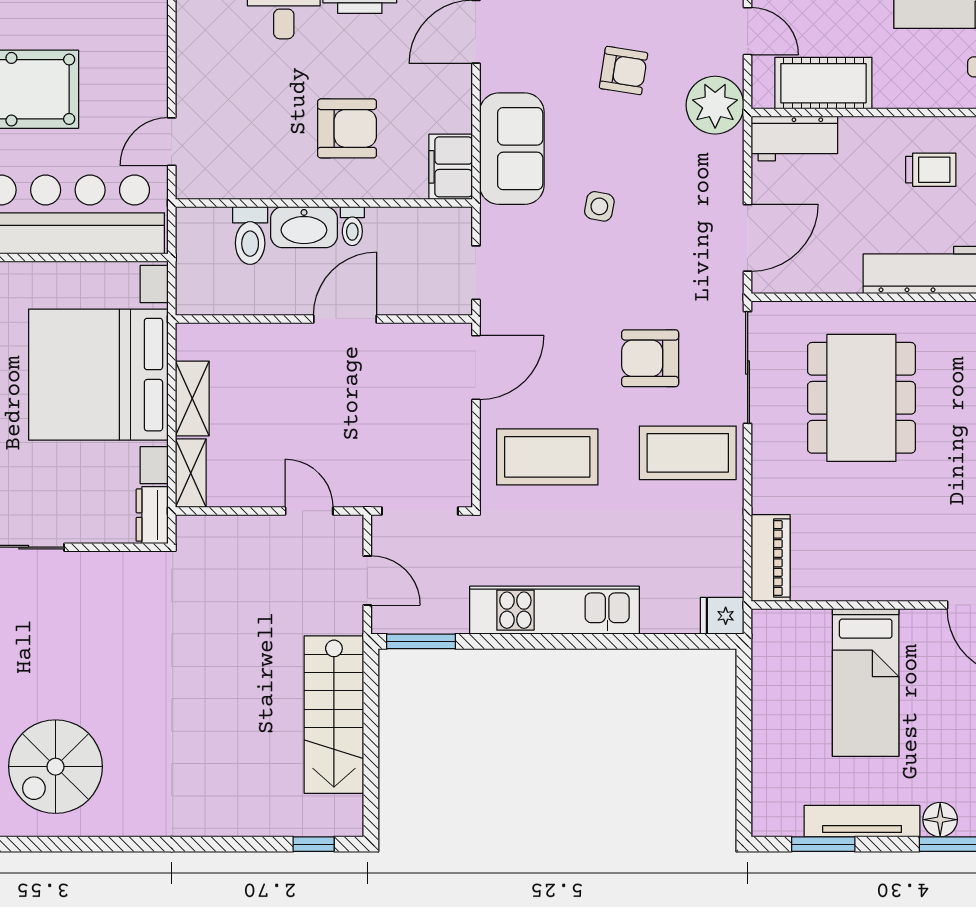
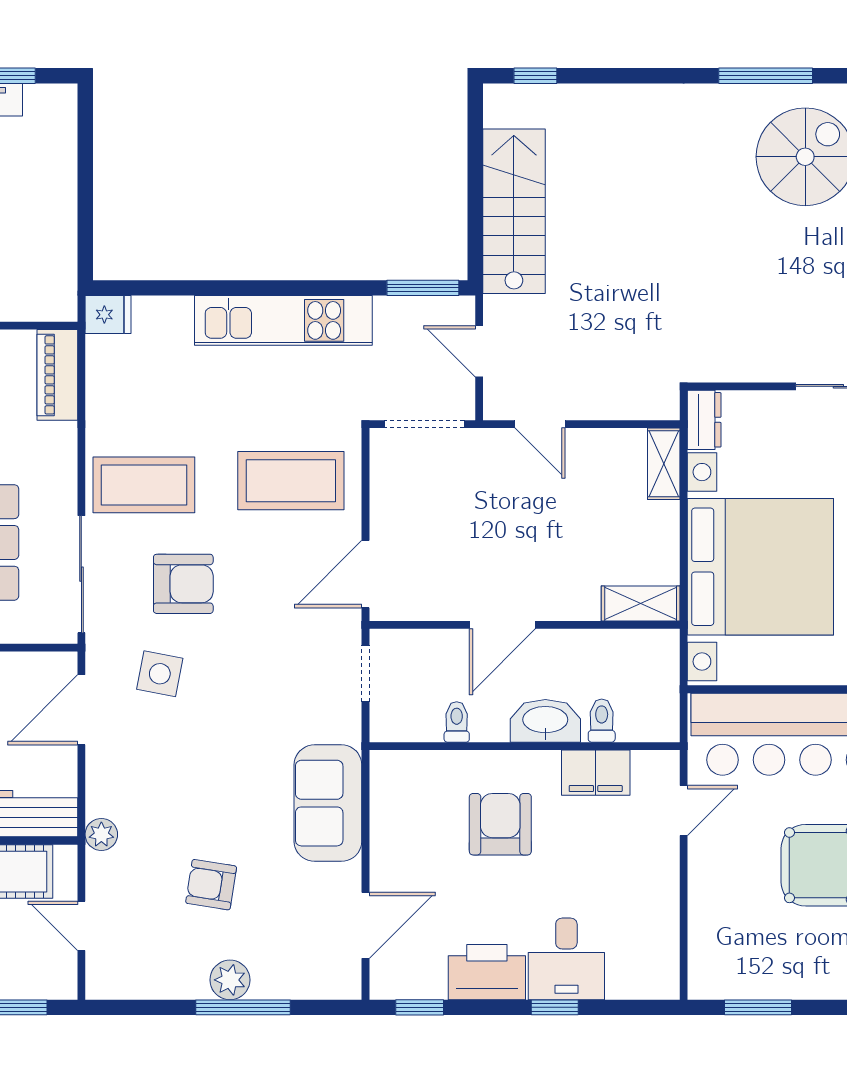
plant: (715, 105) -> (101, 834), width x0.53, depth x0.53
armchair: (347, 128) -> (500, 824), turned 90
filing cabinet: (451, 167) -> (596, 773), moved, turned 90
side table: (599, 206) -> (160, 674), moved, width x1.37, depth x1.37
toilet: (352, 226) -> (457, 722), moved
toilet: (250, 236) -> (602, 721), width x0.73, depth x0.72
shelving: (192, 398) -> (641, 603), moved, turned 90
window: (93, 844) -> (766, 76), added

